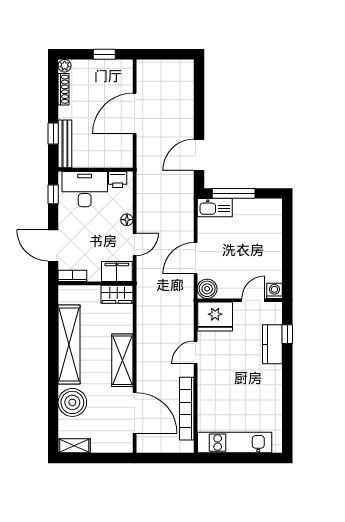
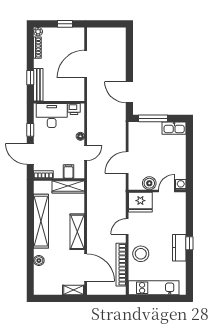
door: (199, 155) -> (129, 92), hinge flipped
window: (53, 194) -> (30, 130), moved
kitchen sink: (215, 208) -> (174, 128), moved
filing cabinet: (117, 272) -> (68, 172), width x0.50
boiler: (207, 289) -> (149, 183), moved
wardrobe: (117, 294) -> (68, 187), width x1.50
window: (287, 334) -> (189, 243), moved
kitchen counter: (272, 344) -> (179, 248), moved
stool: (216, 393) -> (141, 254), added
boiler: (72, 402) -> (39, 261), width x0.54, depth x0.54
shelving: (74, 446) -> (74, 290), moved

